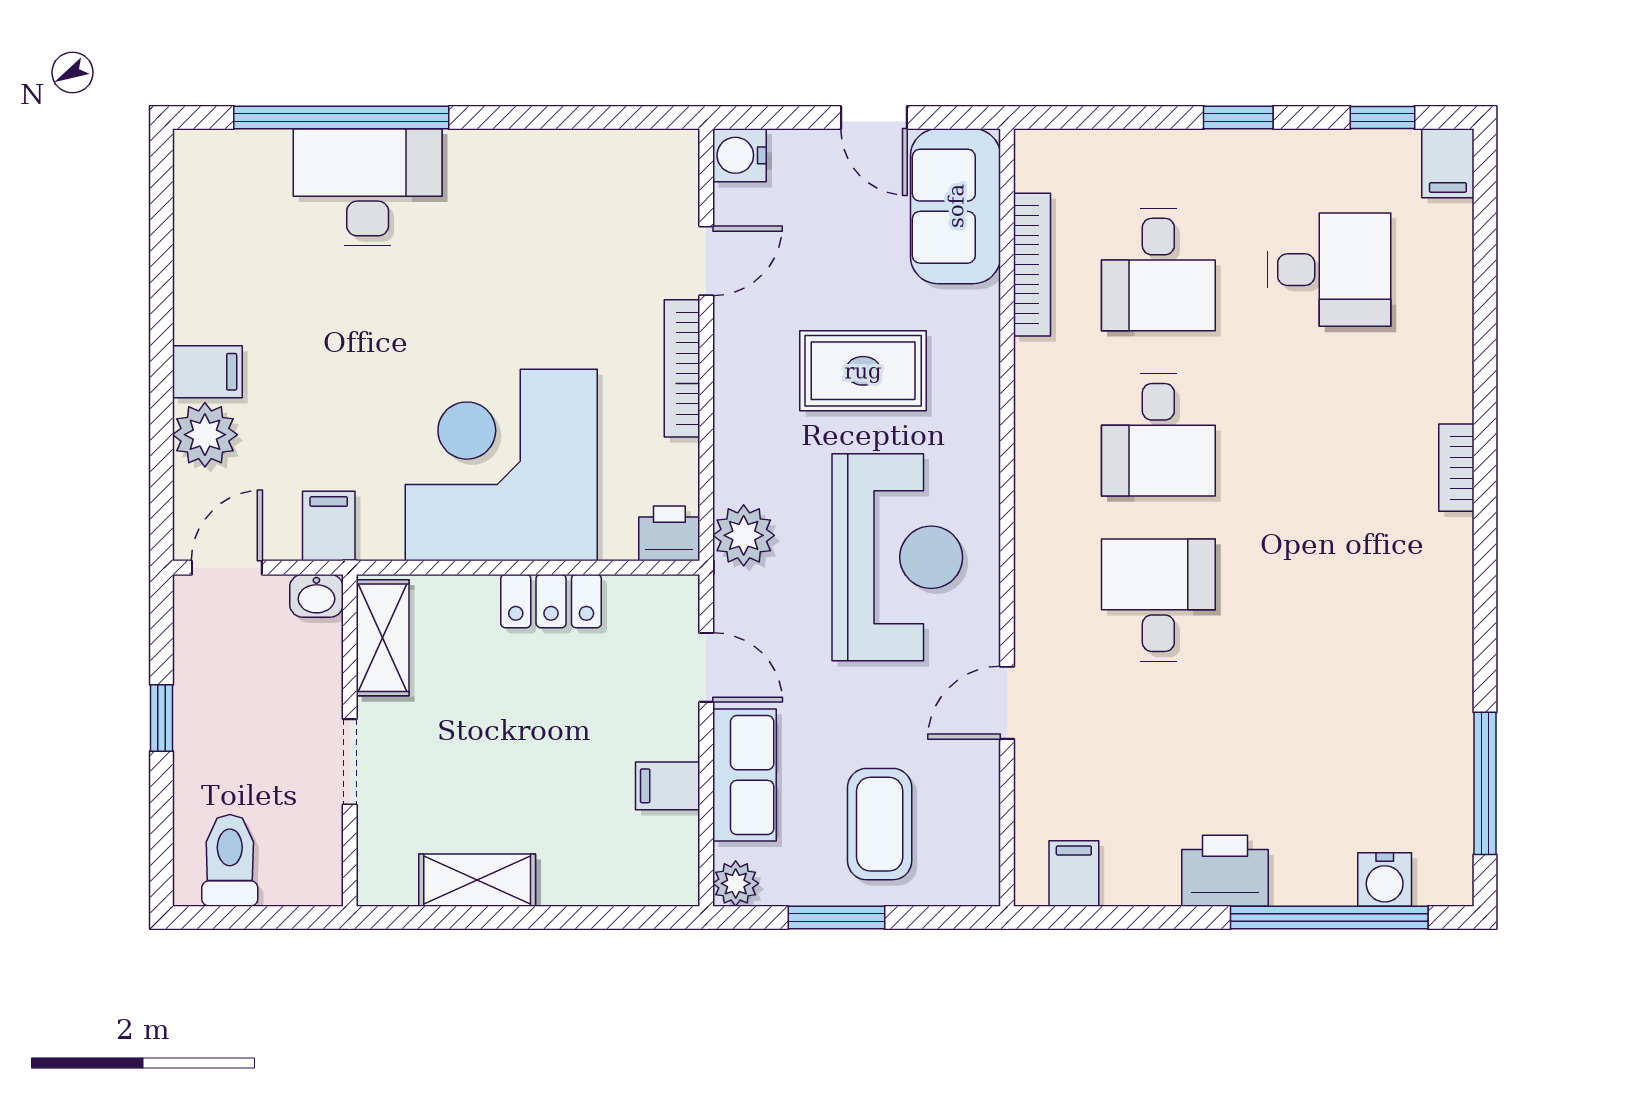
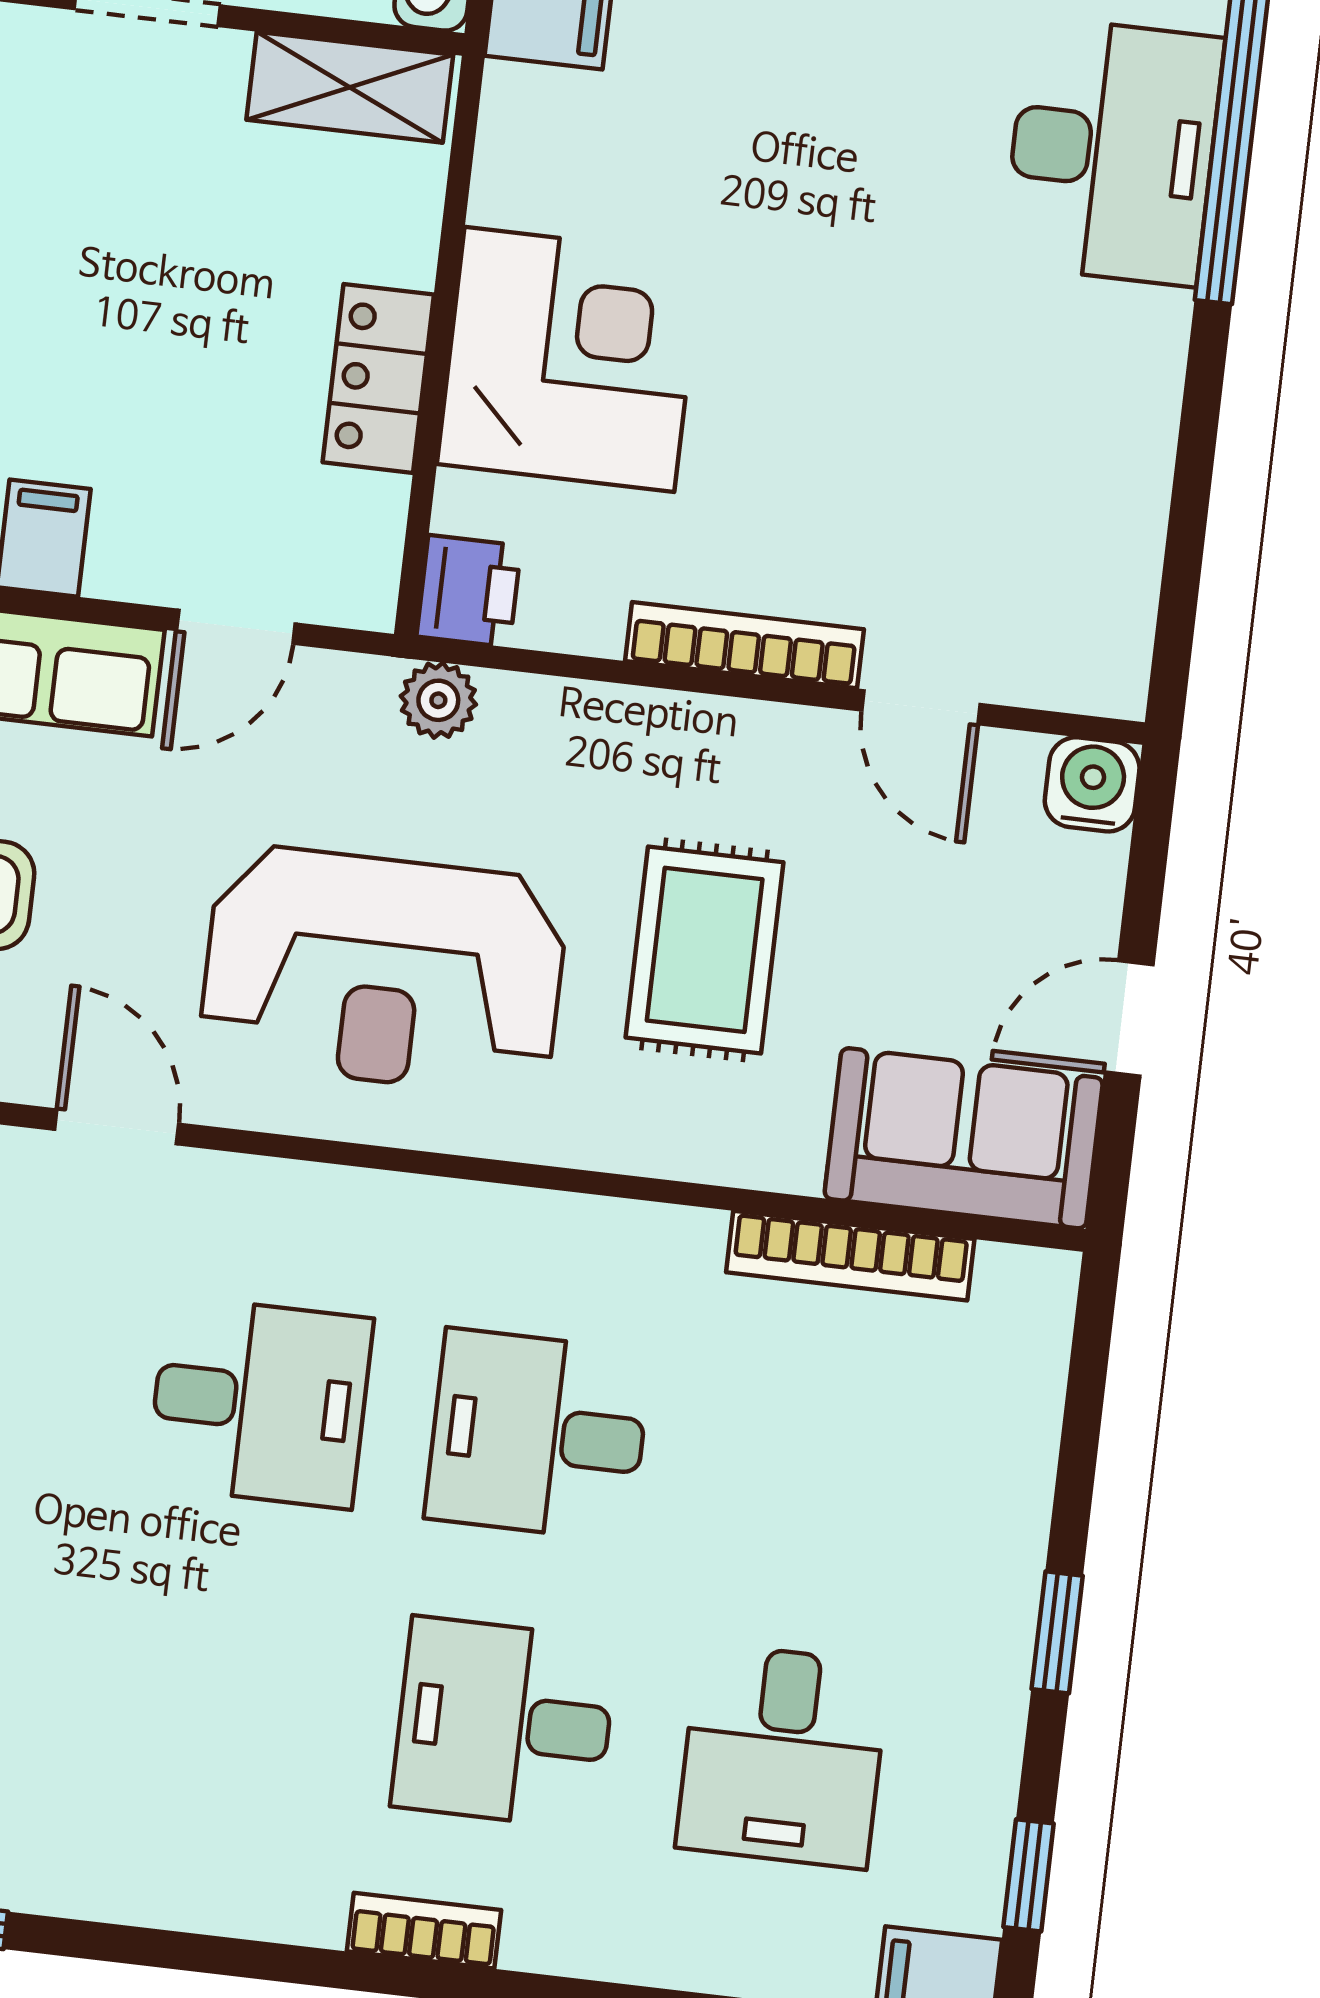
desk: (1158, 270) -> (504, 1723), moved
corner desk: (501, 465) -> (569, 359), width x0.74, depth x0.74
plant: (744, 535) -> (438, 700), width x0.73, depth x0.73

